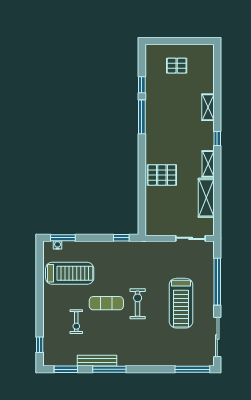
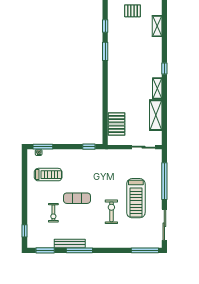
shelving: (208, 107) -> (157, 26), moved
window: (142, 117) -> (105, 51), width x0.69
pallet: (162, 175) -> (117, 124), moved, turned 90
treadmill: (70, 273) -> (48, 175), width x0.73, depth x0.73
exercise bike: (138, 304) -> (111, 212), moved

